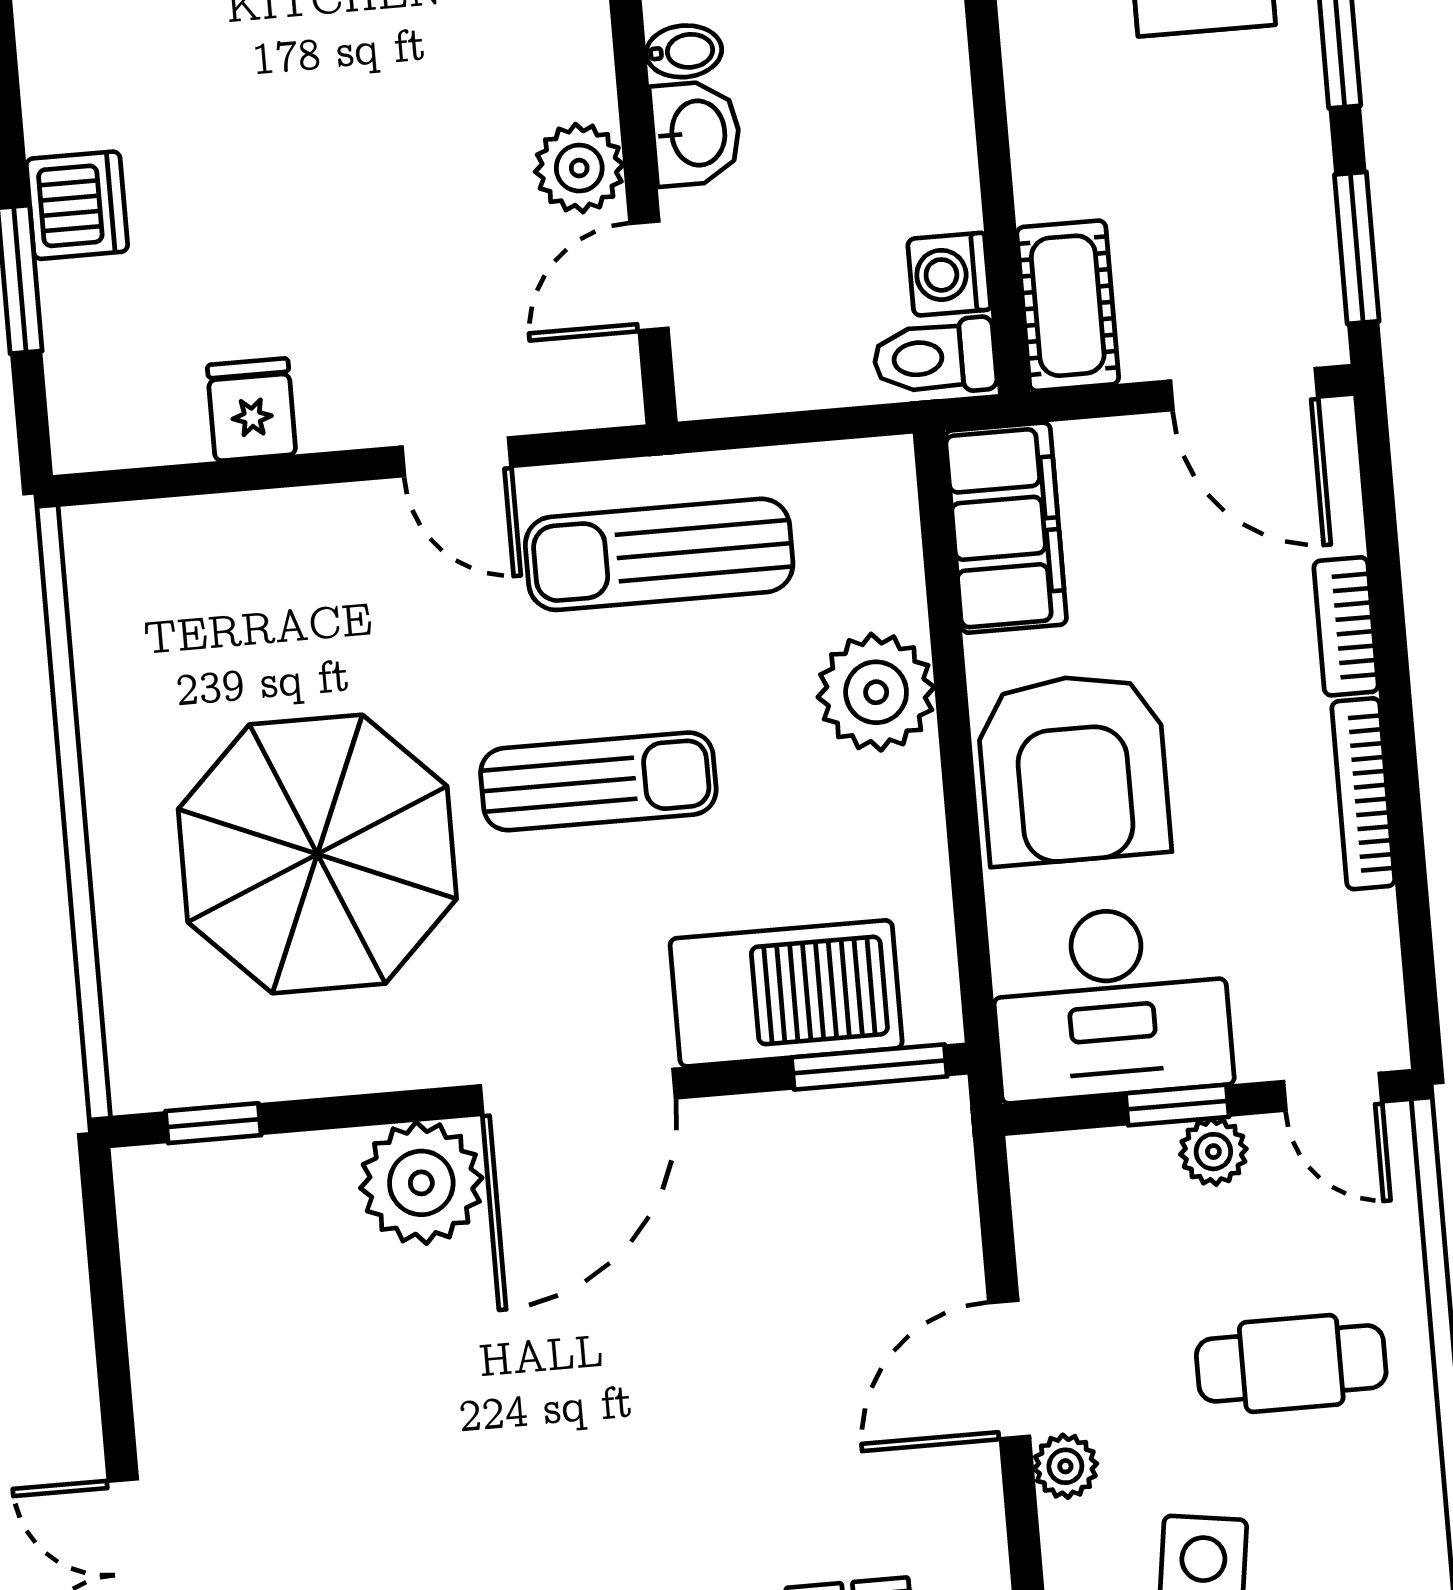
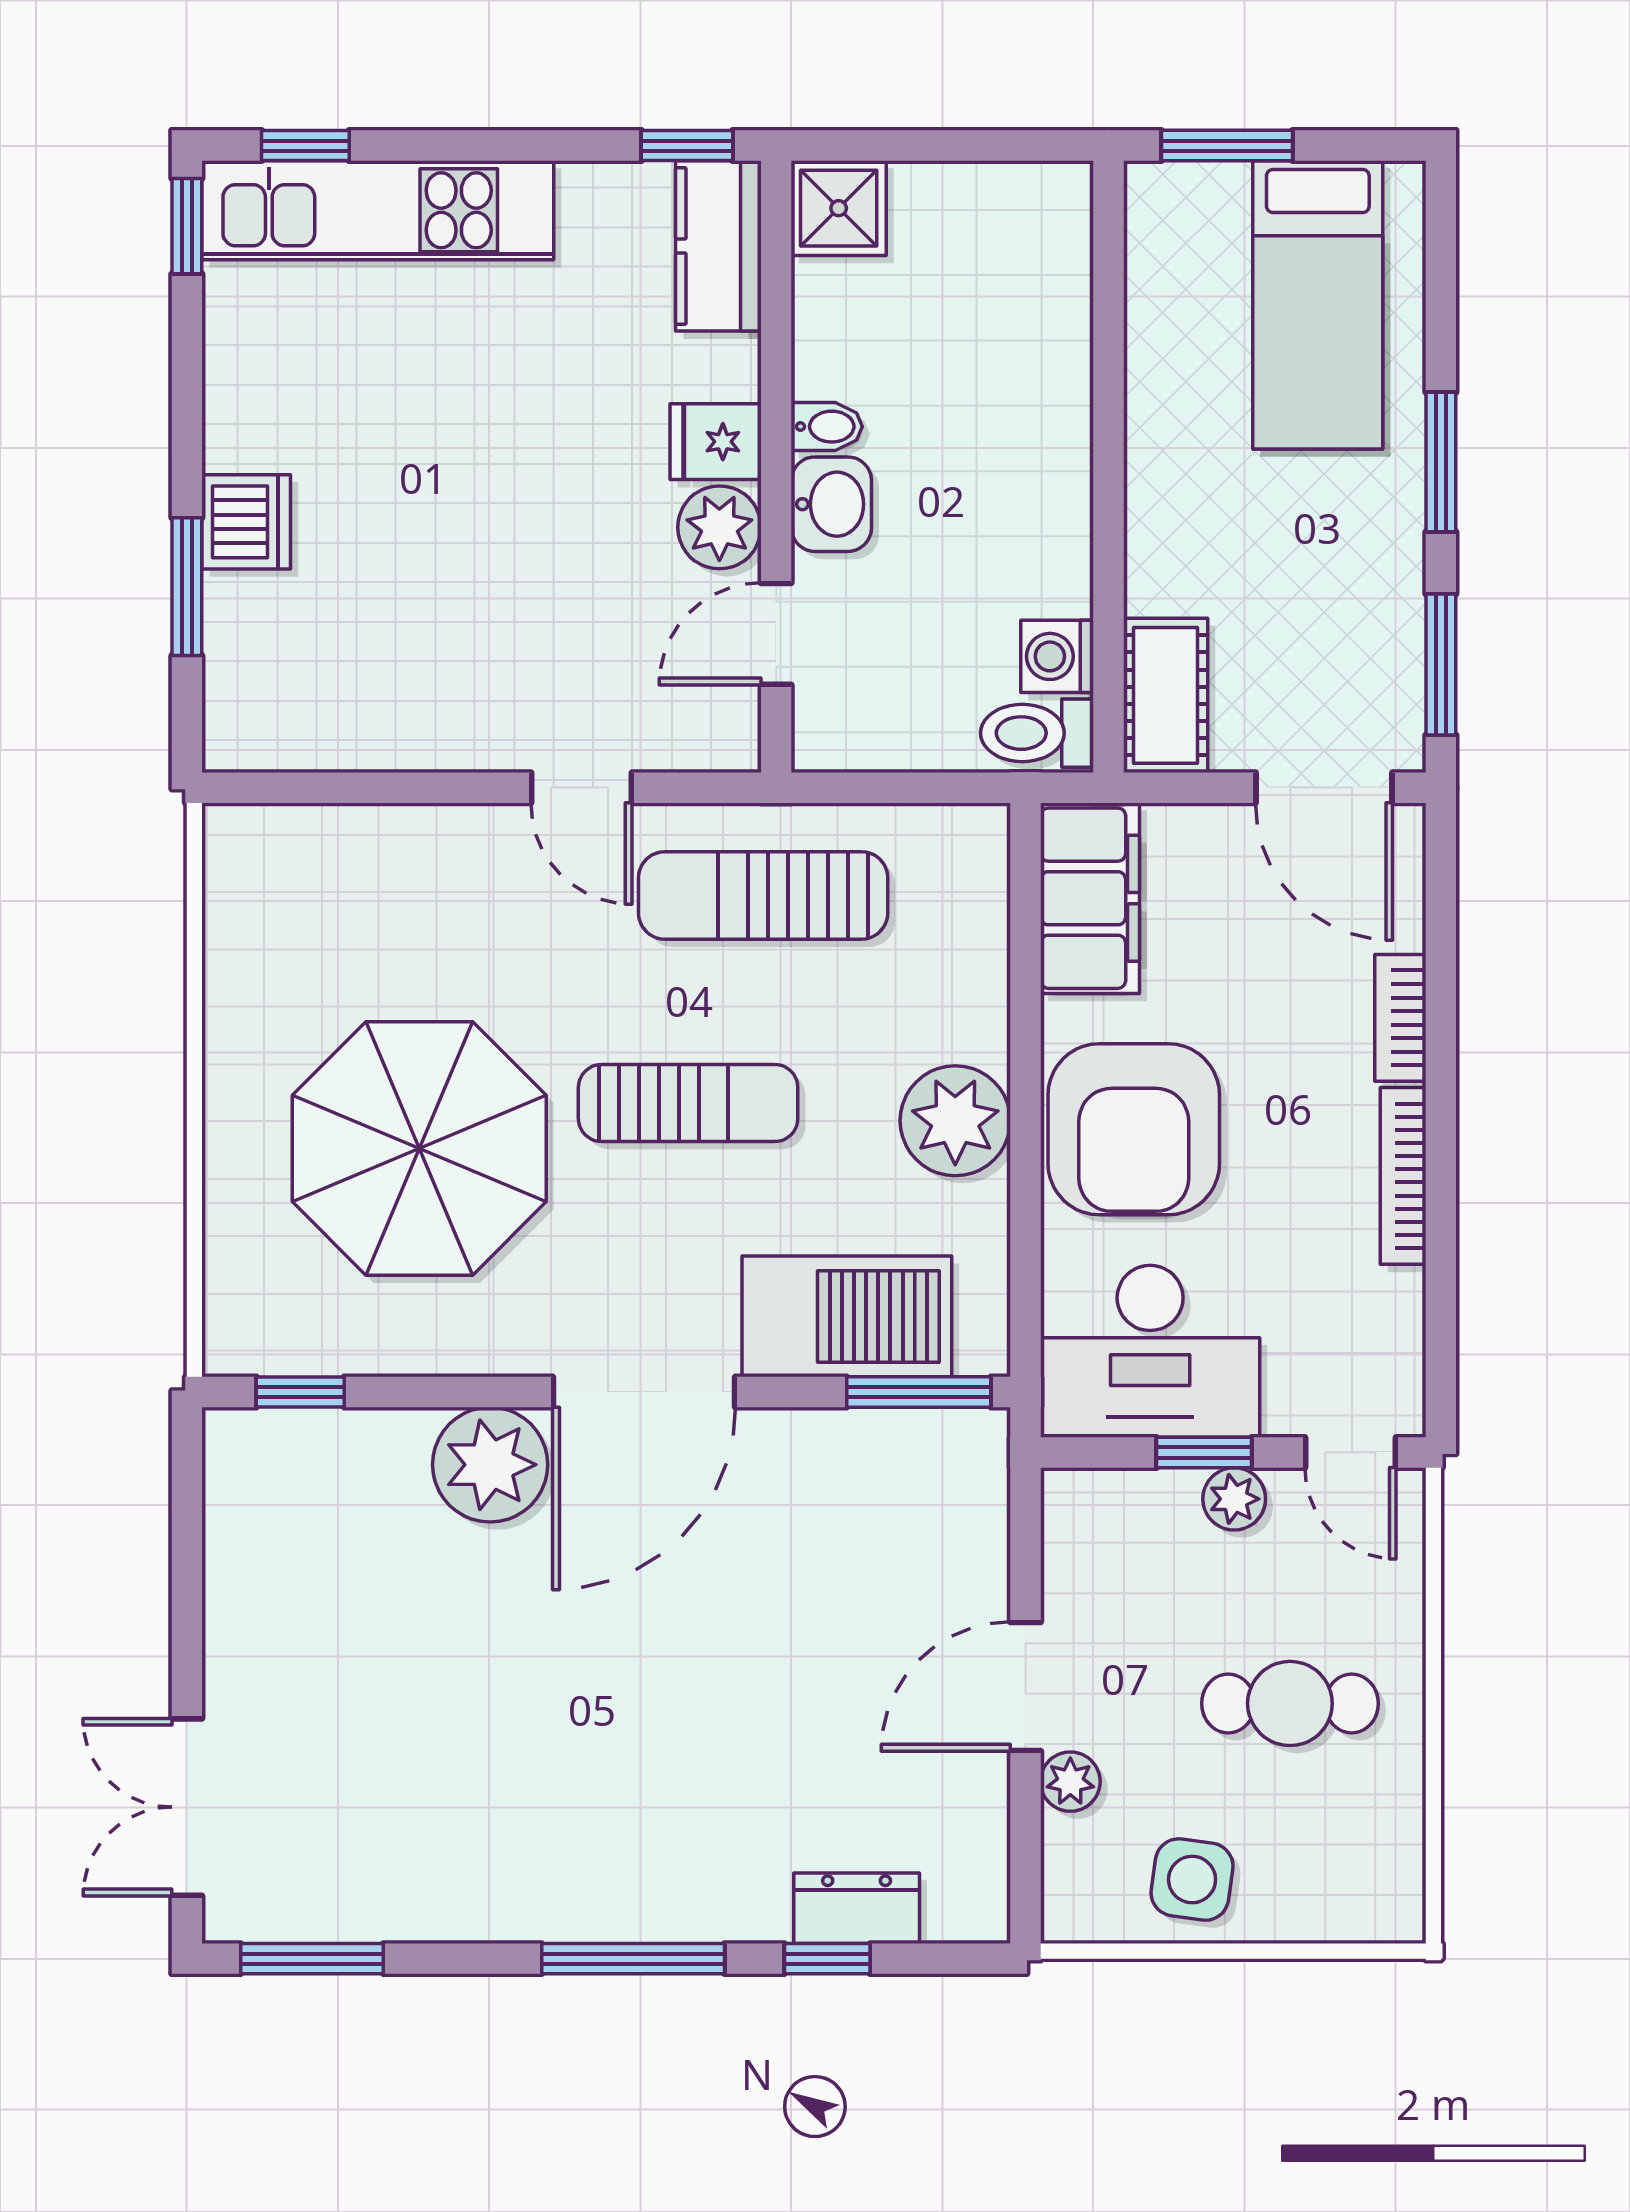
fridge: (252, 410) -> (716, 442), moved, turned -90
plant: (876, 692) -> (955, 1121), moved

